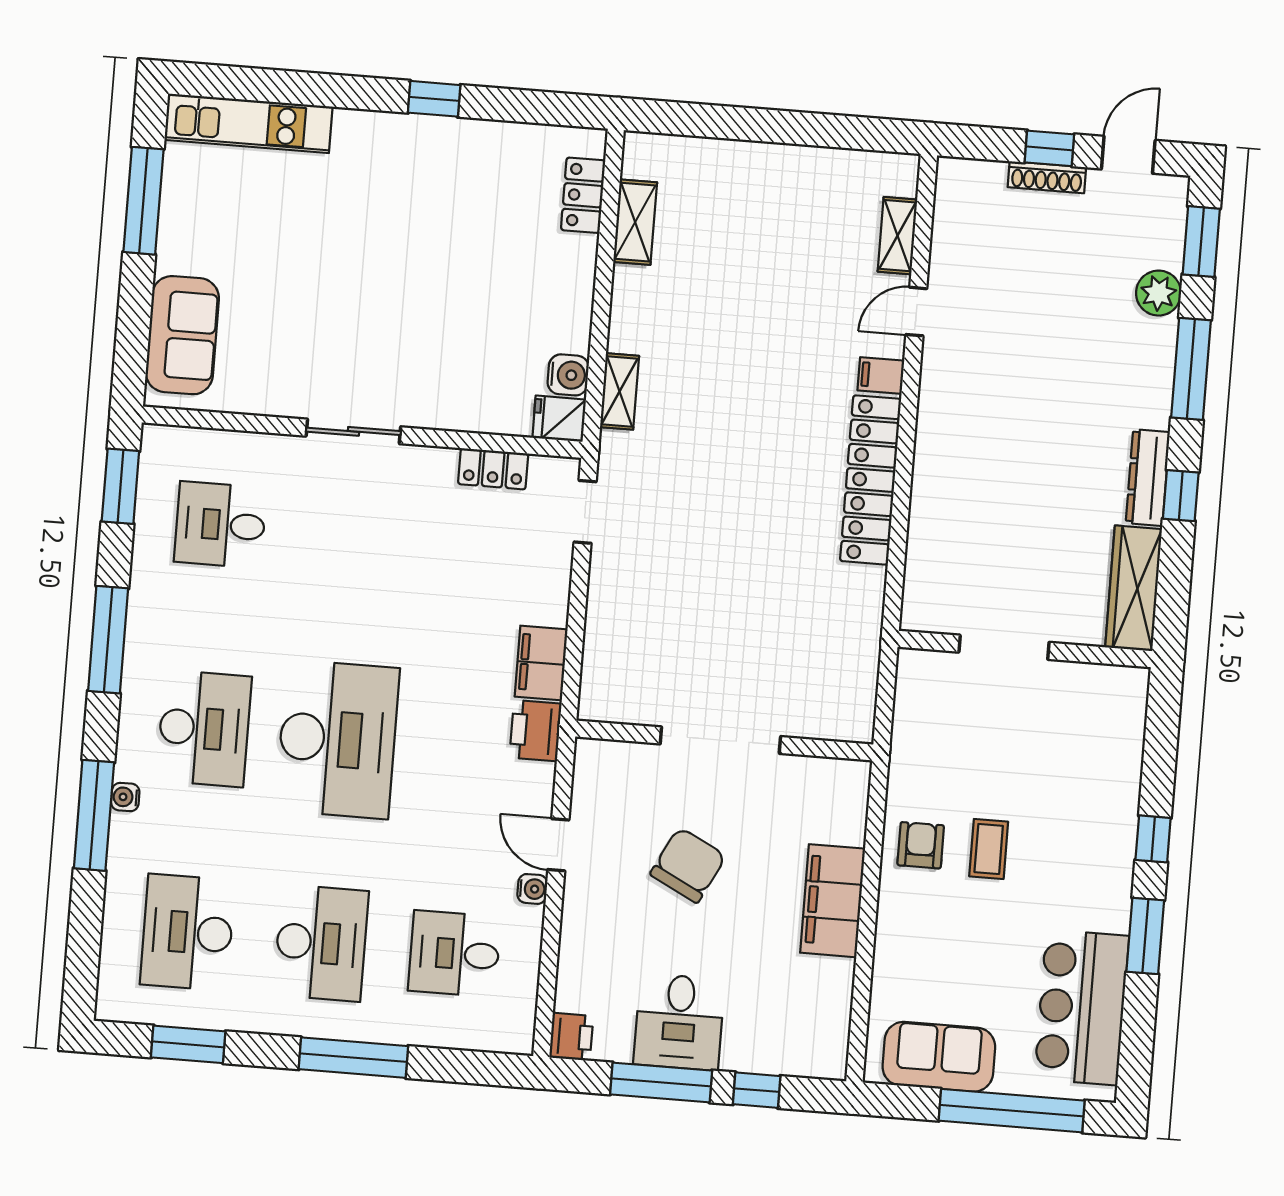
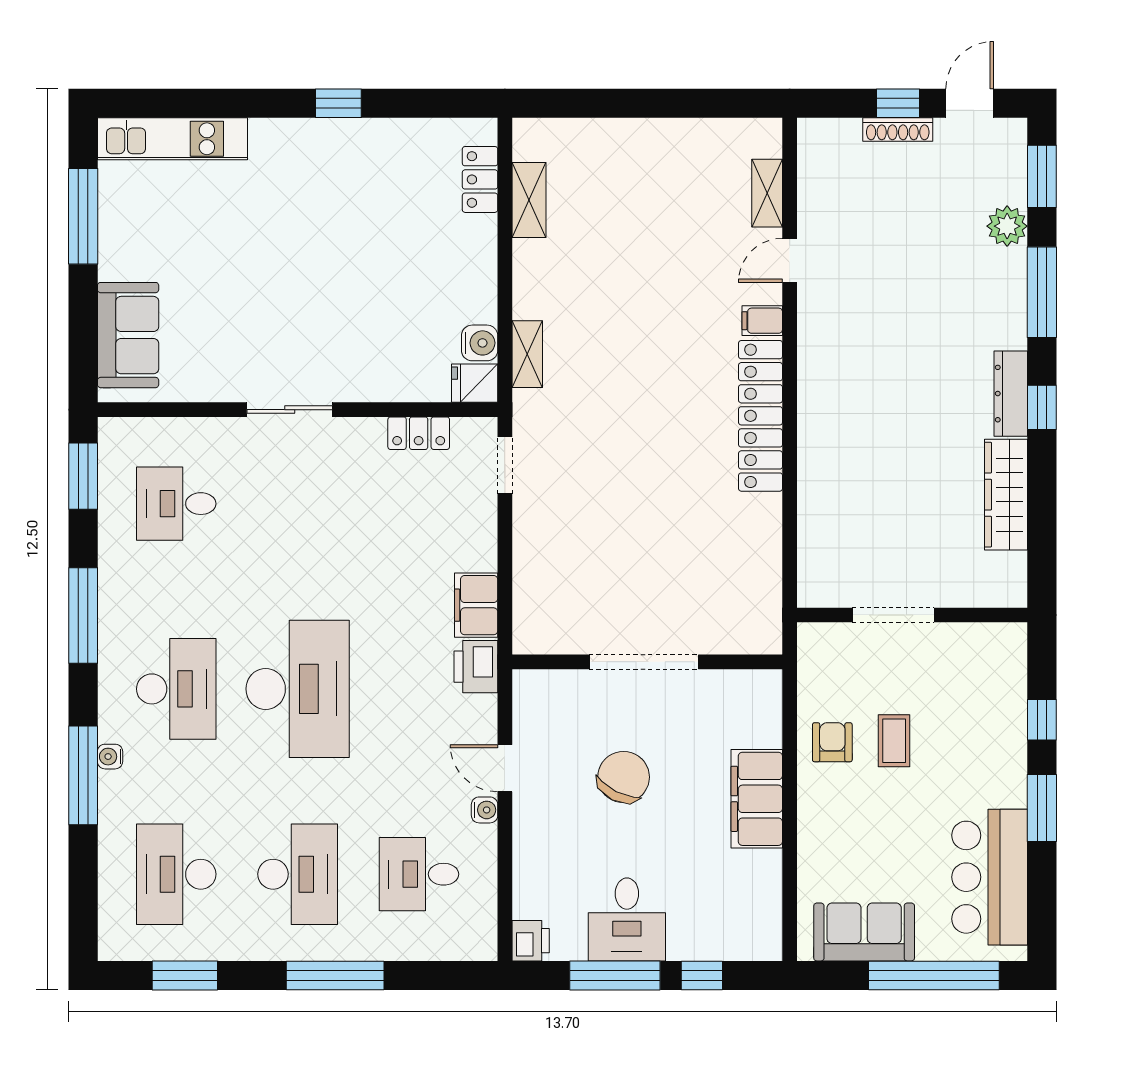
doorway: (1004, 647) -> (893, 615), moved
wall: (1025, 649) -> (912, 615), moved

